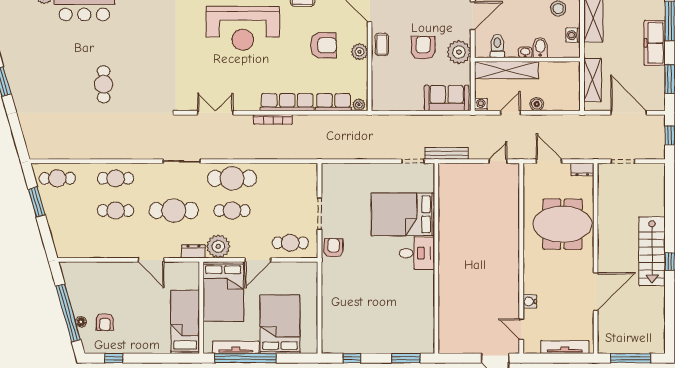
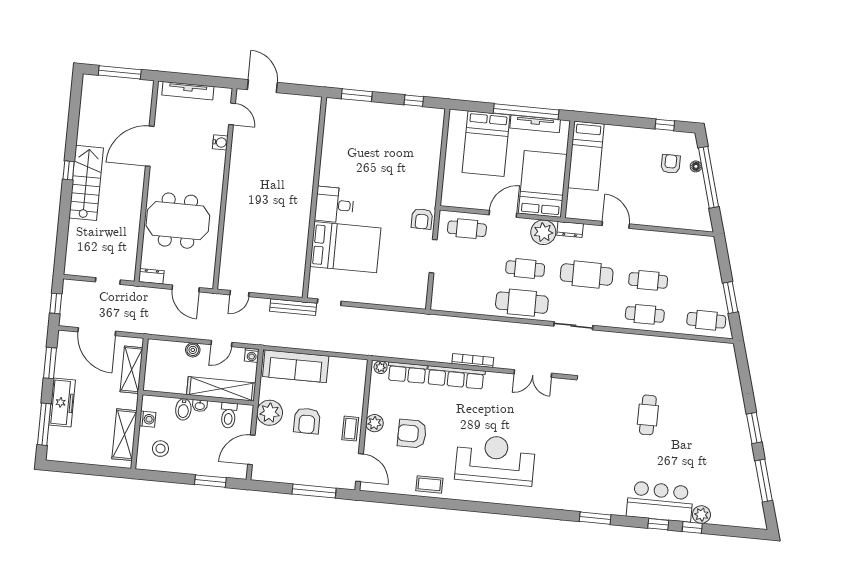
sofa: (447, 98) -> (296, 366), width x1.36

